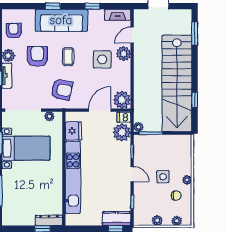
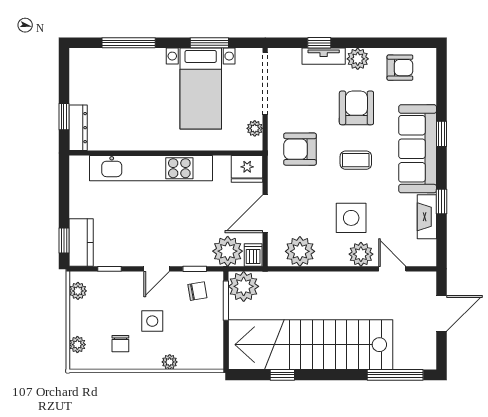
fireplace: (118, 15) -> (427, 217), moved
window: (195, 34) -> (395, 375), width x1.44
armchair: (37, 56) -> (356, 108), turned -90
armchair: (62, 90) -> (300, 149), turned 79
plant: (122, 100) -> (300, 251), moved
door: (100, 110) -> (265, 214), swing flipped
plant: (138, 127) -> (244, 286), width x1.87, depth x1.87
fridge: (73, 131) -> (247, 169), moved
chair: (145, 150) -> (197, 291), added
plant: (187, 180) -> (170, 362), moved
plant: (157, 221) -> (78, 291), moved

